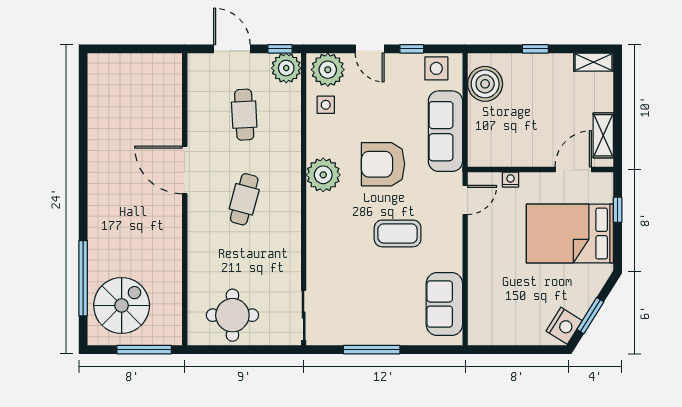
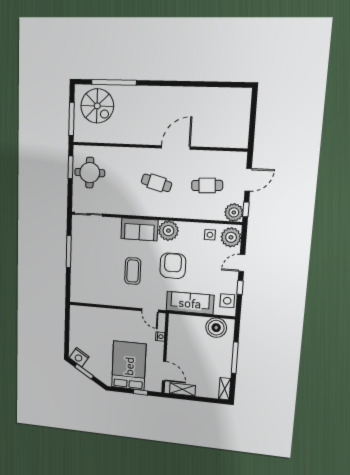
window: (535, 49) -> (235, 358), width x2.17
sofa: (444, 304) -> (139, 229), moved, turned 180
window: (225, 350) -> (70, 167), added

